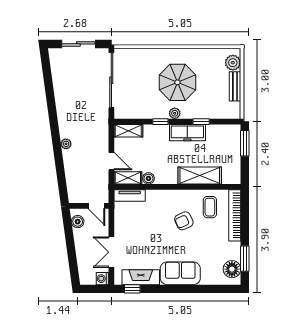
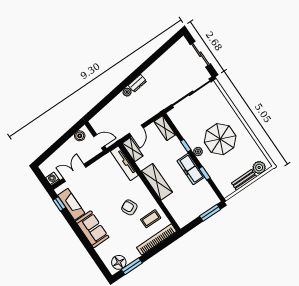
dresser: (64, 127) -> (137, 83), added
shelving: (200, 175) -> (157, 182), moved
boiler: (148, 178) -> (142, 164), removed
tv unit: (130, 195) -> (124, 163), width x1.41
door: (96, 206) -> (99, 141), swing flipped

